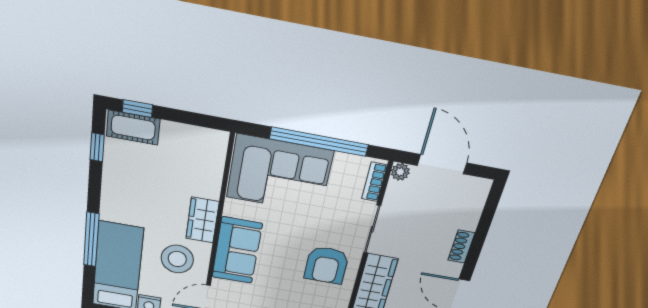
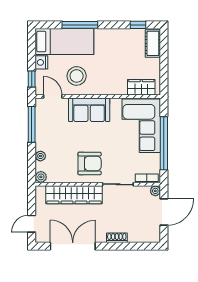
window: (137, 109) -> (164, 45), removed
wardrobe: (202, 220) -> (141, 87), moved
armchair: (326, 265) -> (90, 163), turned 180

